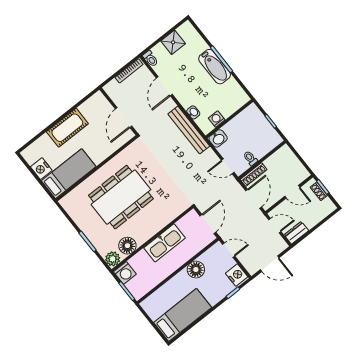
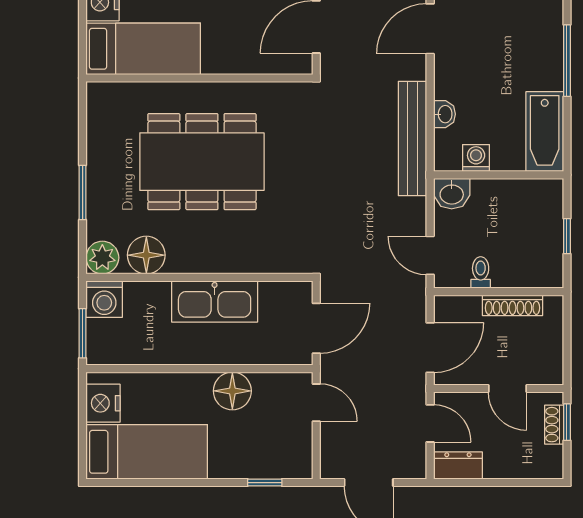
bathtub: (215, 67) -> (545, 132), moved
shoe rack: (254, 175) -> (513, 305), moved
nightstand: (237, 275) -> (103, 403), moved, turned 180

